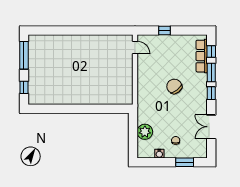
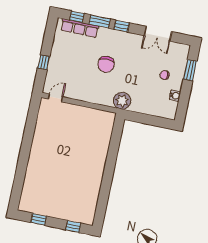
window: (24, 55) -> (39, 219), width x0.46
chair: (174, 86) -> (106, 64), turned -51
plant: (145, 132) -> (122, 101), moved

